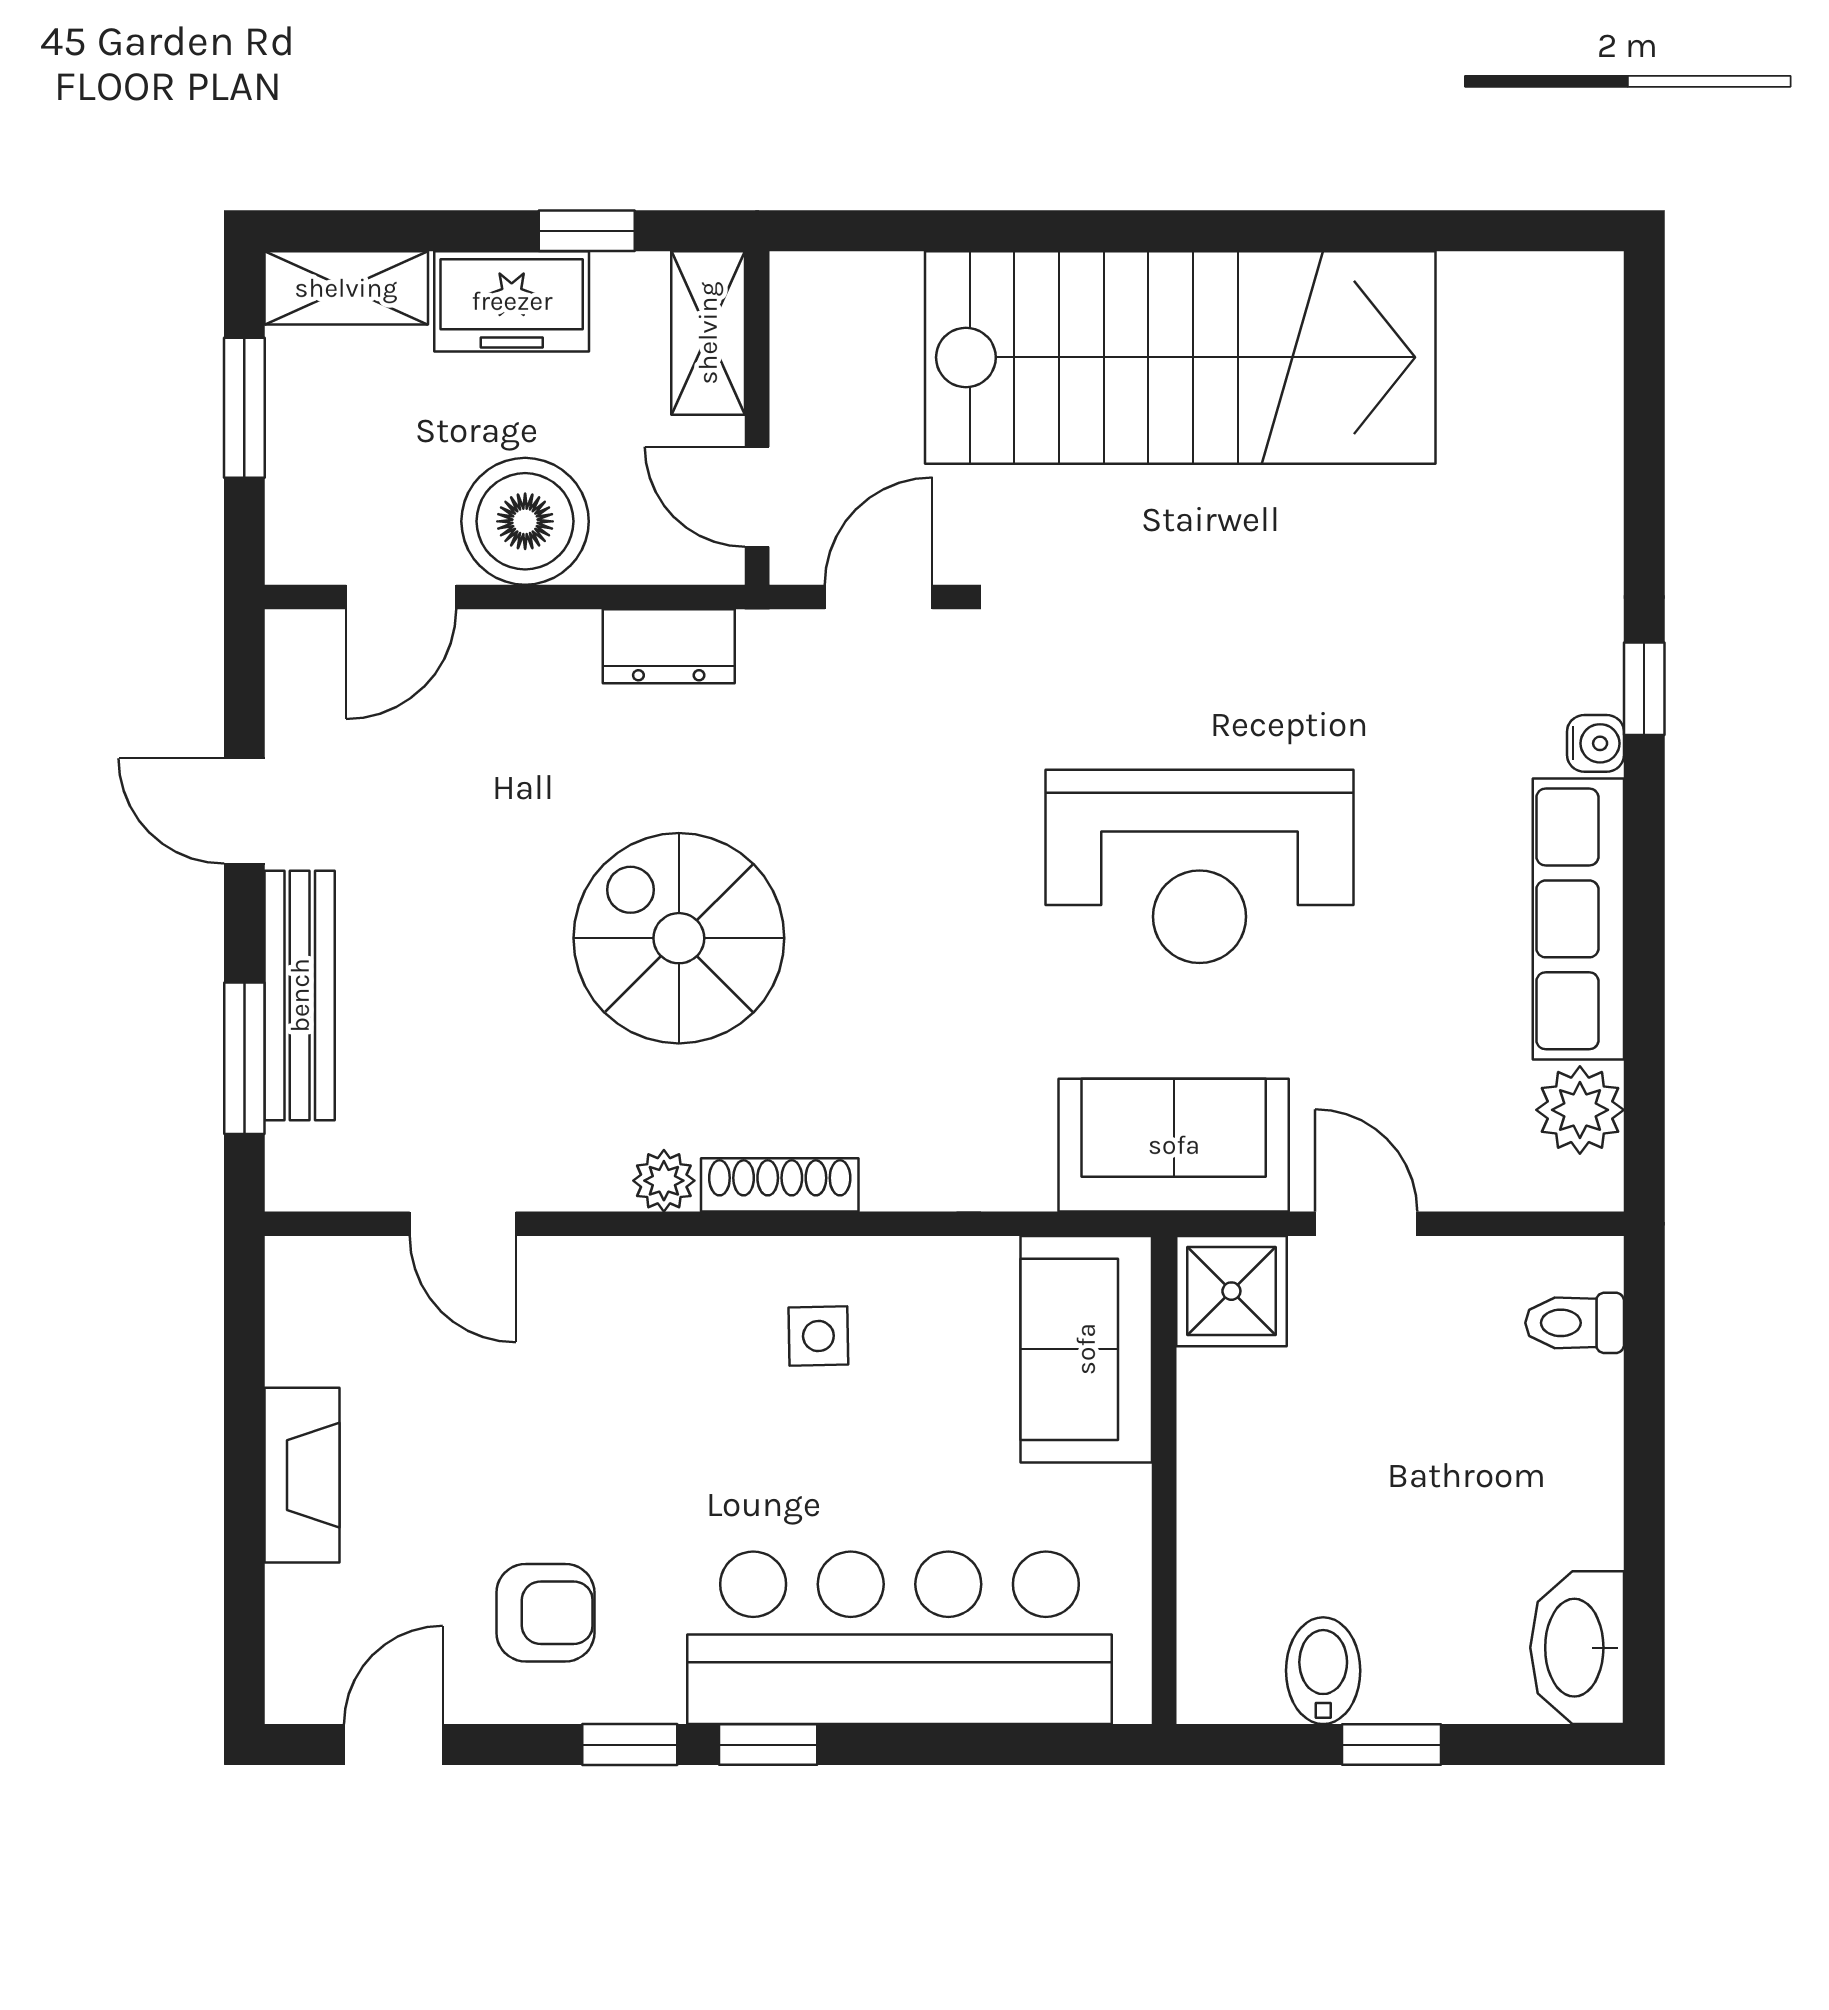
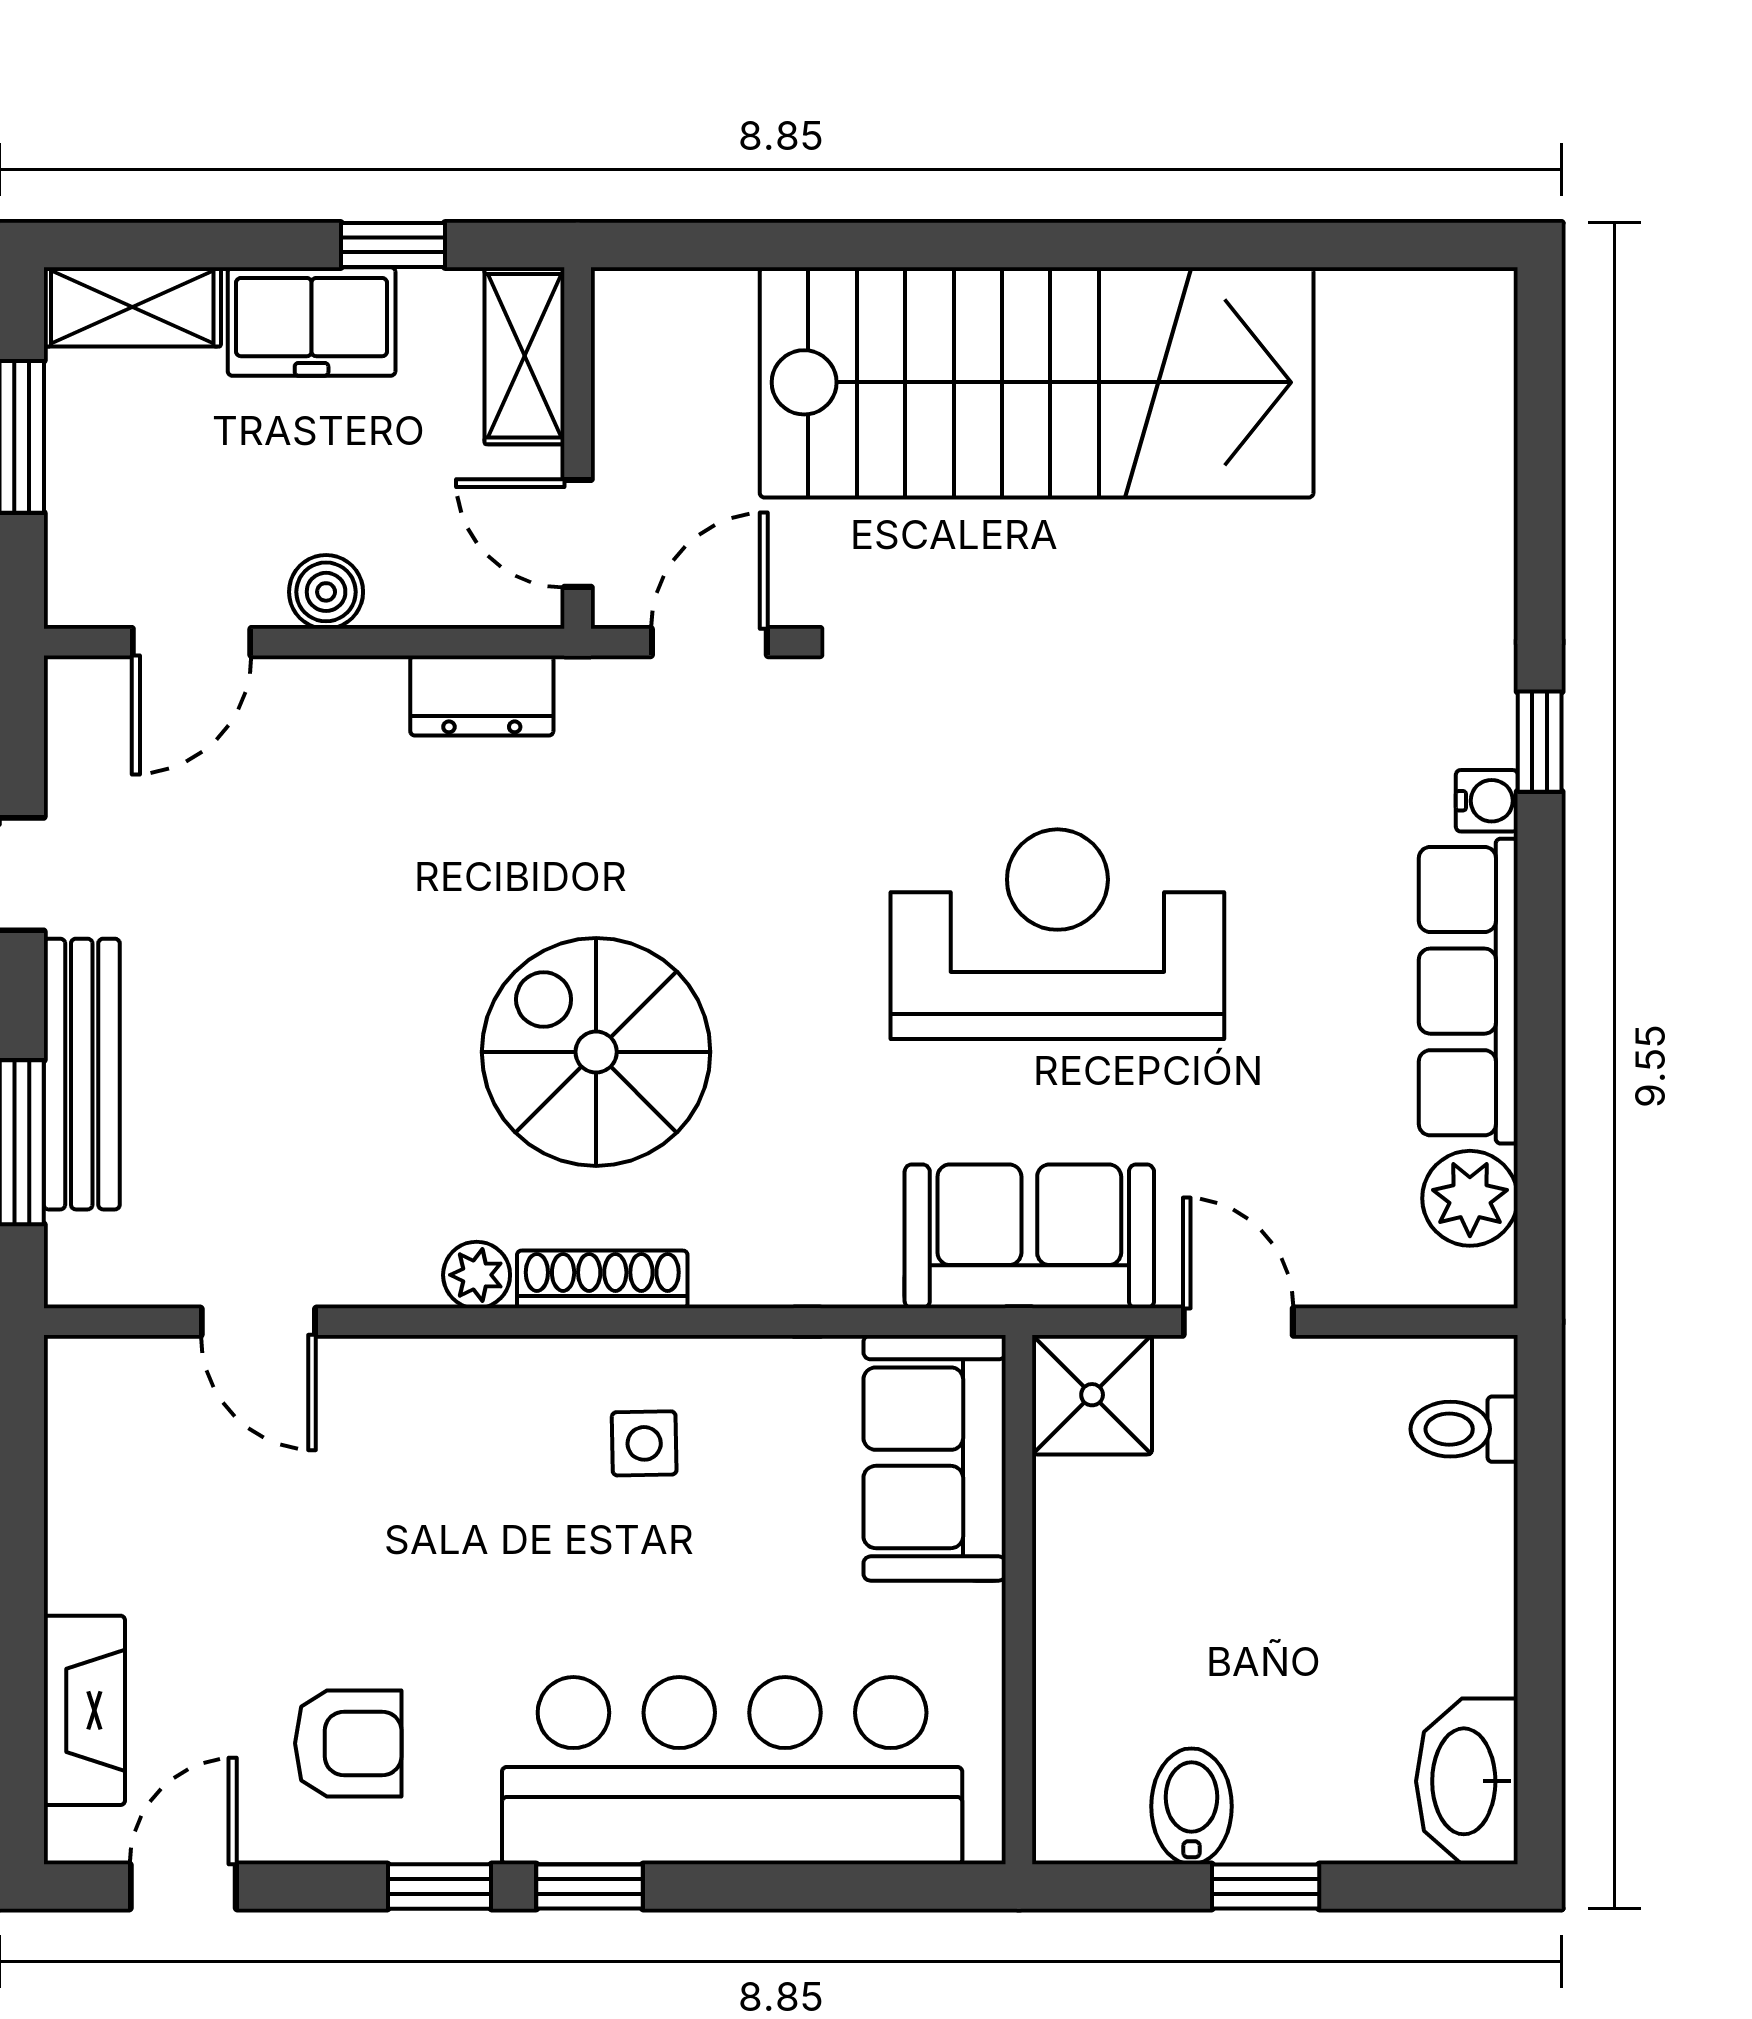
boiler: (525, 521) -> (326, 592), width x0.54, depth x0.54
reception desk: (1199, 866) -> (1057, 934), turned 180
spiral stairs: (679, 938) -> (596, 1052), moved
fireplace: (302, 1475) -> (84, 1710), moved

